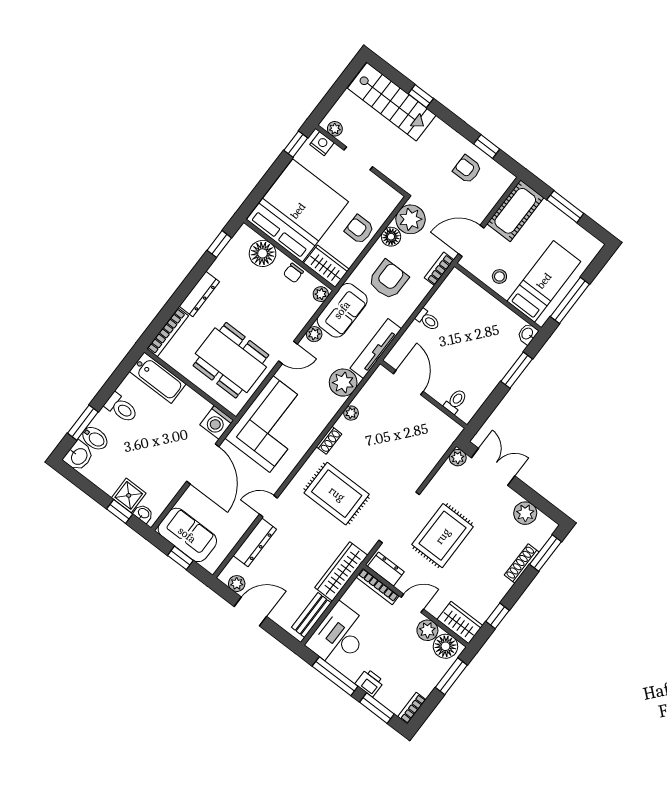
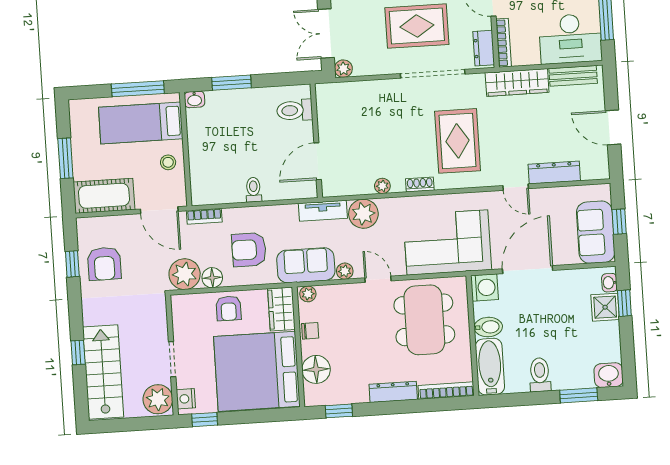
plant: (335, 129) -> (158, 399), width x1.88, depth x1.88
armchair: (467, 169) -> (104, 264), width x1.38, depth x1.38
tv unit: (376, 349) -> (323, 211), width x0.71
toilet: (456, 401) -> (295, 110), width x1.37, depth x1.39
bidet: (95, 438) -> (488, 327), moved, turned 90
plant: (237, 584) -> (600, 158), removed

